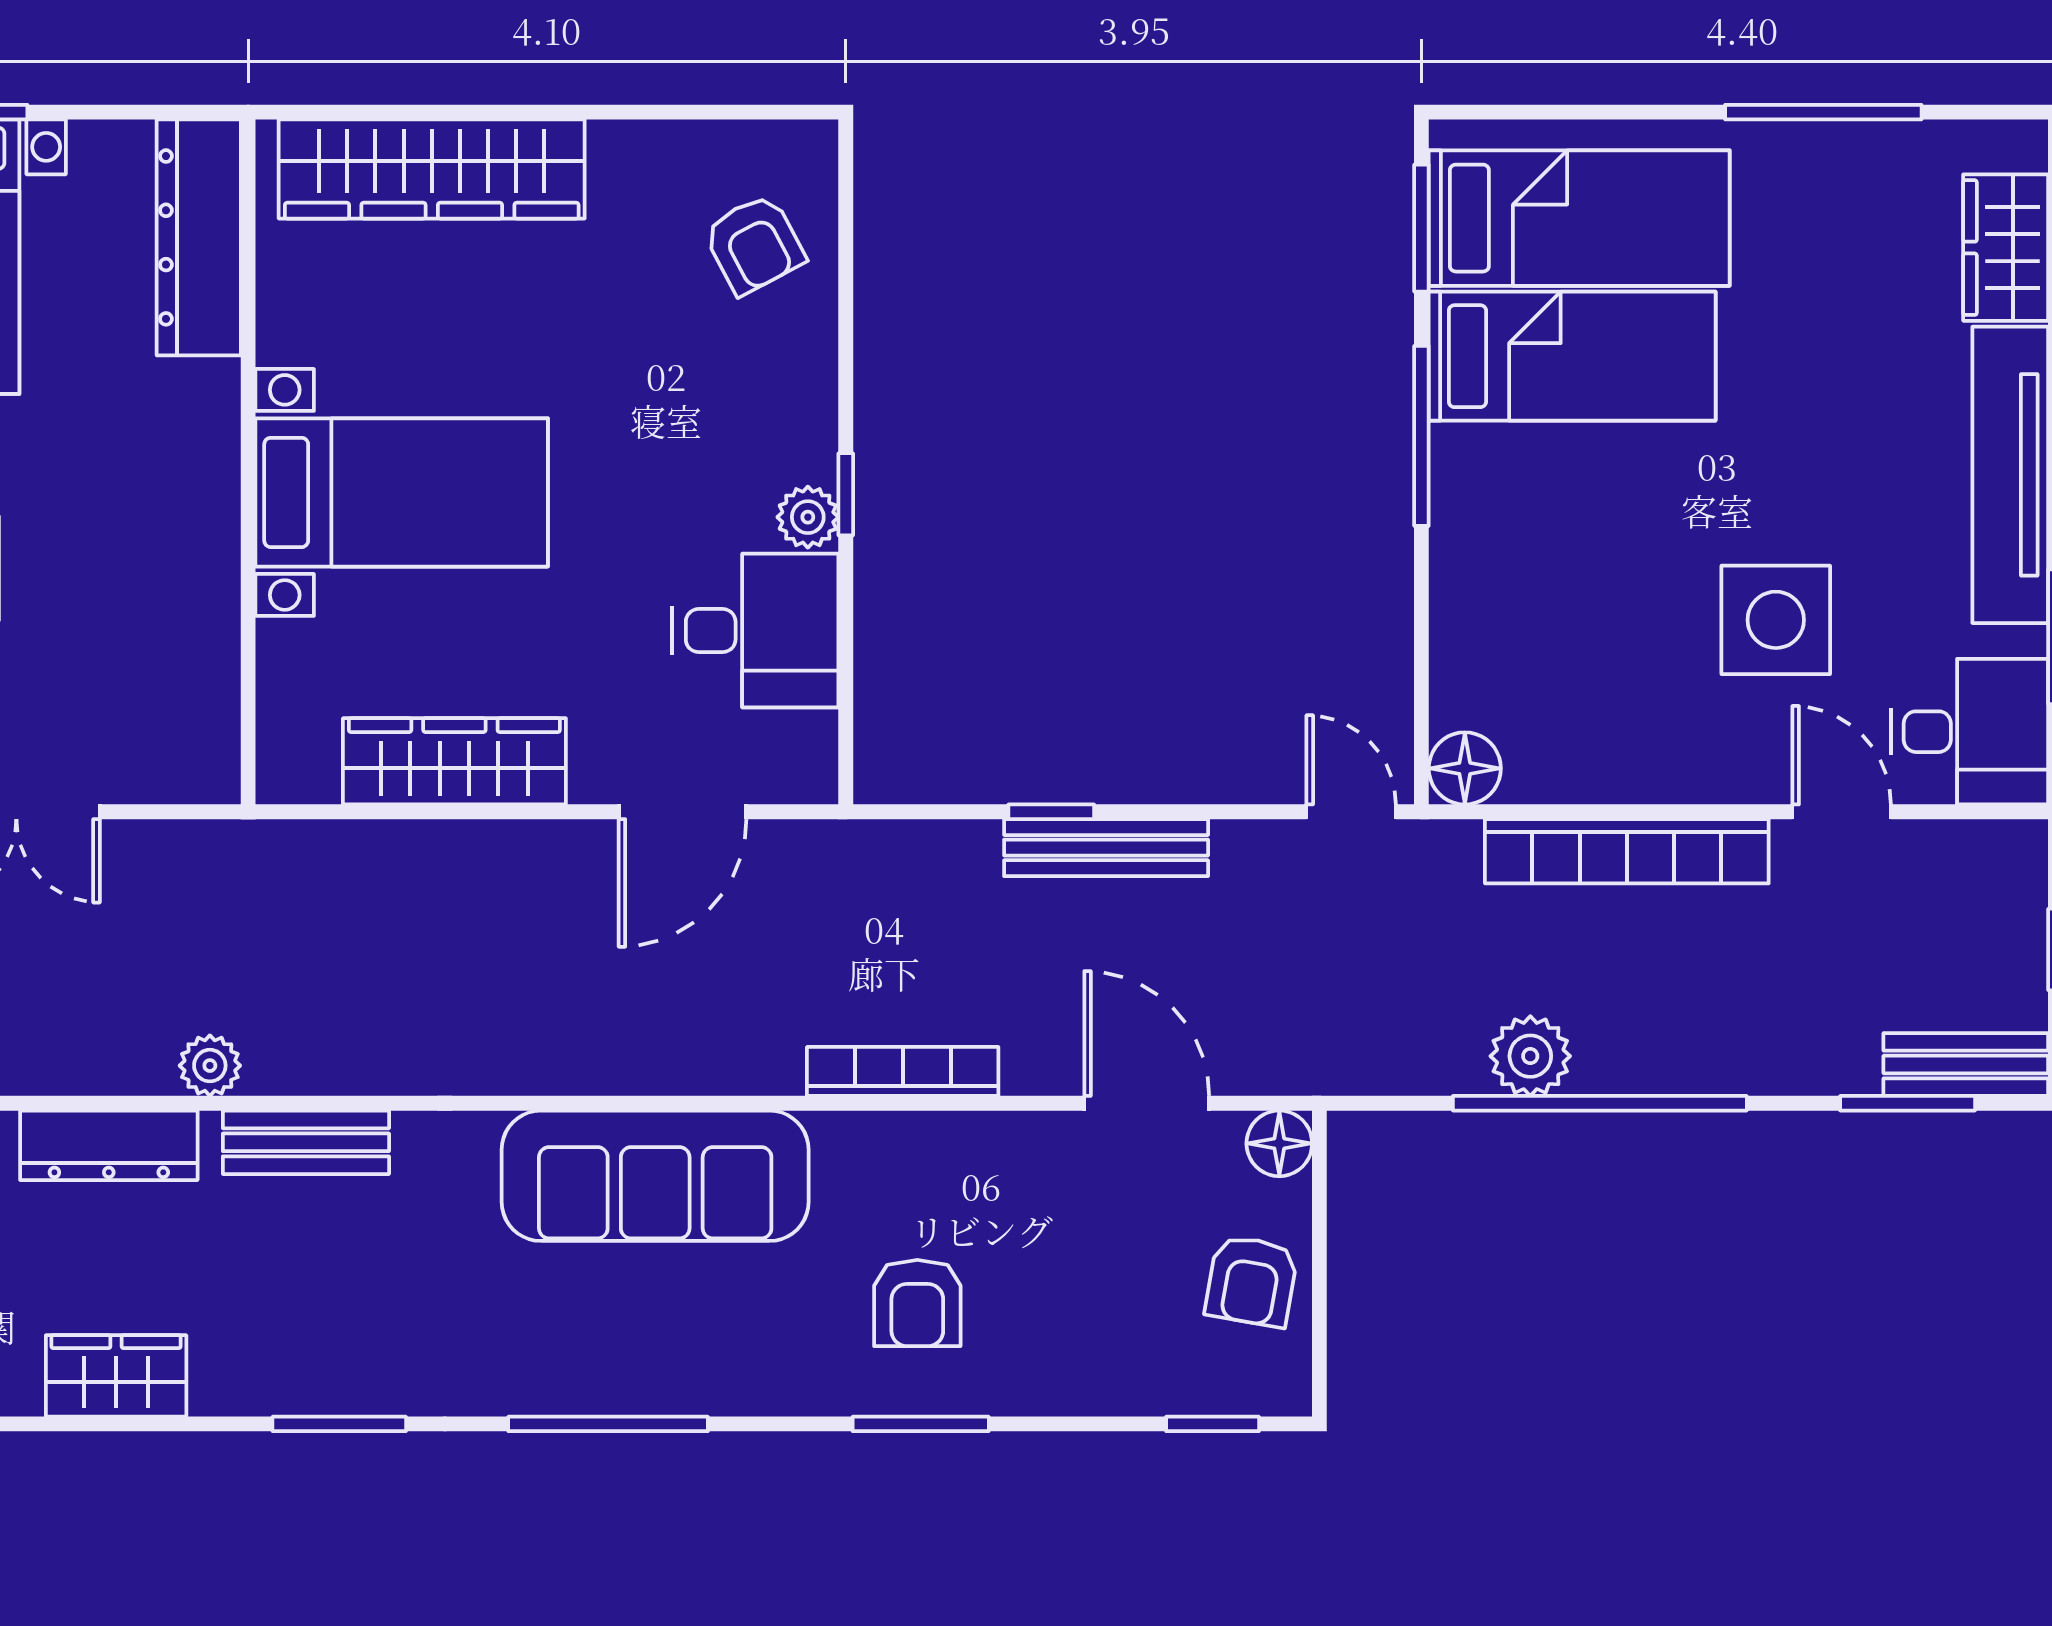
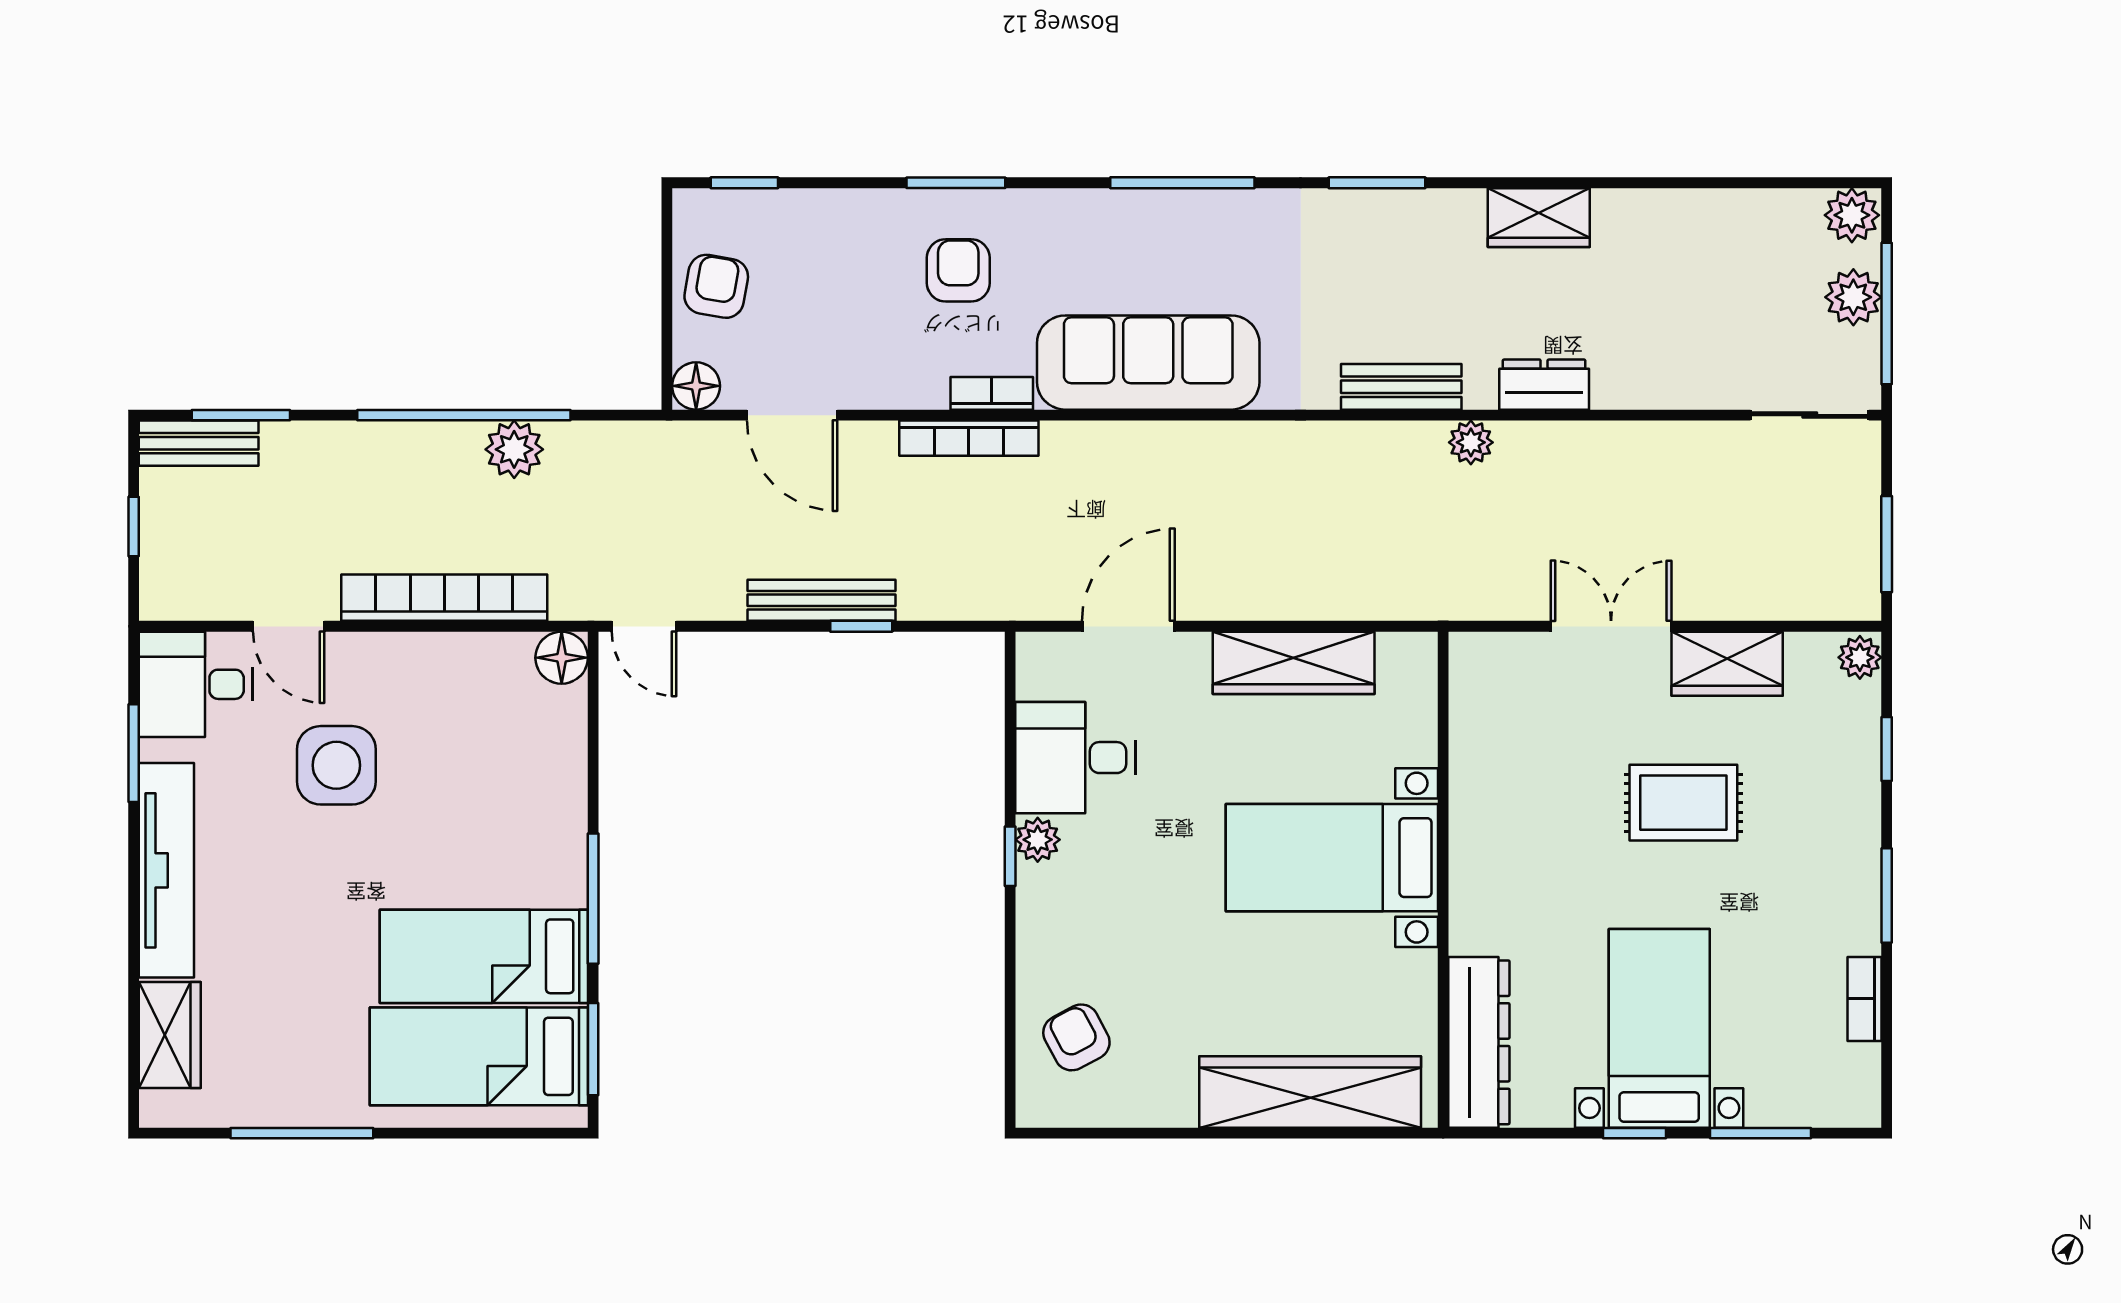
bookcase: (871, 1133) -> (992, 393), added
dresser: (109, 1145) -> (1544, 385), width x0.70

